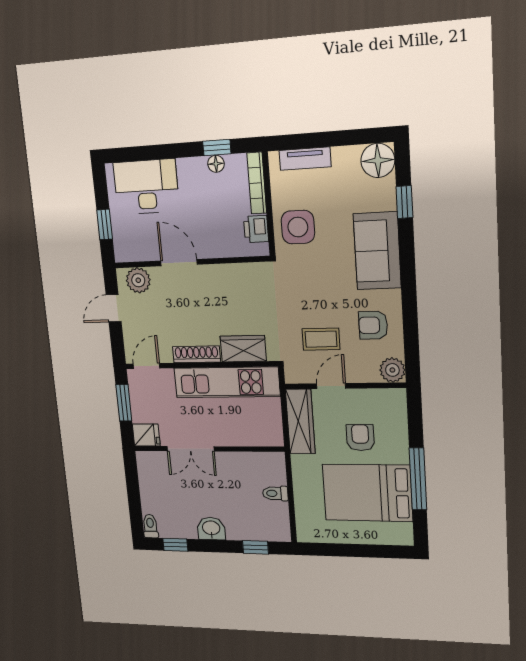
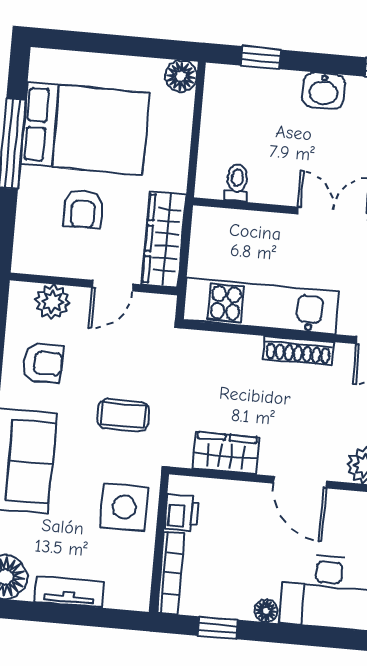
tv unit: (305, 159) -> (69, 592), moved
floor lamp: (216, 164) -> (266, 611), moved
coffee table: (321, 339) -> (123, 415), moved
wardrobe: (243, 349) -> (226, 453), moved, turned 180
plant: (392, 370) -> (52, 302), moved
toilet: (275, 493) -> (237, 183), moved, turned -90
floor lamp: (307, 532) -> (181, 76), added

